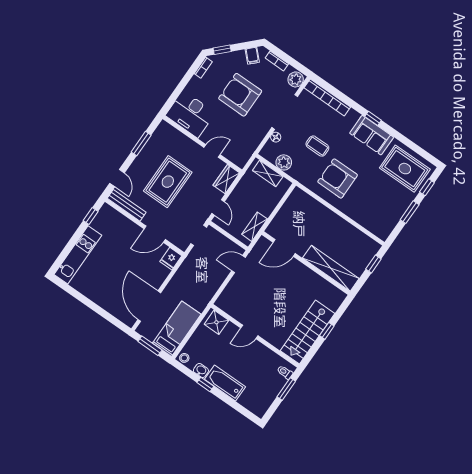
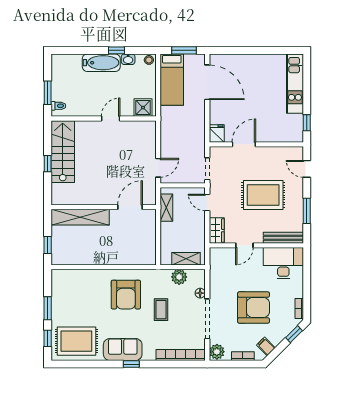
coffee table: (317, 146) -> (161, 310), turned 90
armchair: (338, 178) -> (126, 295), turned 90
rug: (168, 182) -> (263, 195), turned 90
bench: (127, 205) -> (283, 238), moved

